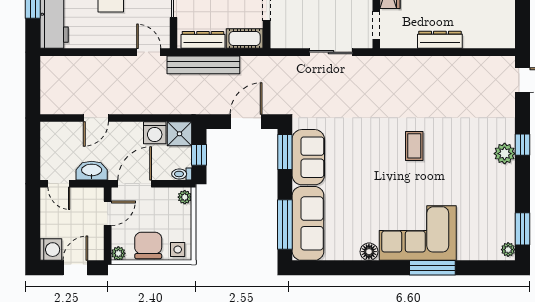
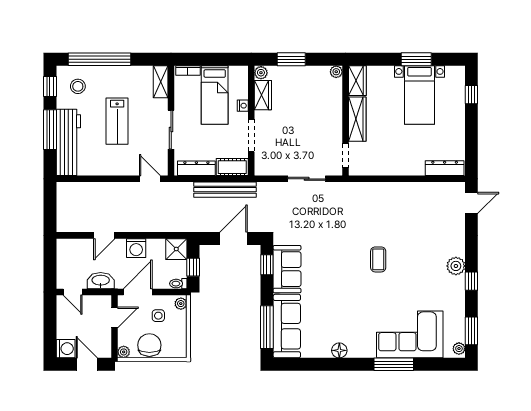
dresser: (440, 40) -> (445, 168), moved
bench: (203, 65) -> (225, 190), moved
washing machine: (155, 133) -> (136, 248), moved
window: (523, 145) -> (471, 281), moved
window: (285, 152) -> (267, 265), width x0.67
corner sofa: (418, 233) -> (410, 334), moved
side table: (178, 250) -> (158, 316), moved
door: (75, 268) -> (87, 364), hinge flipped

